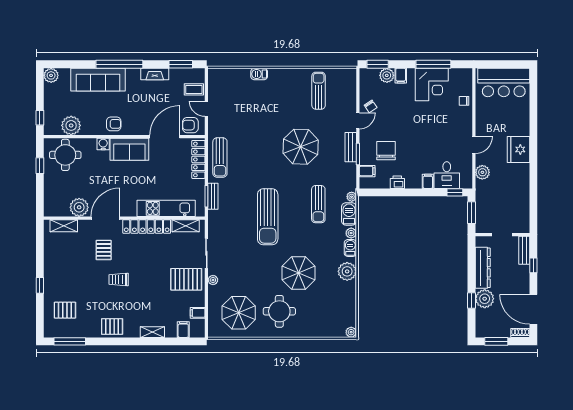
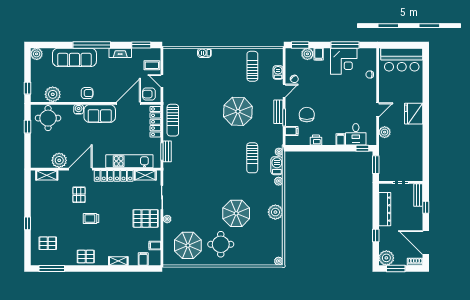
sun lounger: (268, 217) -> (211, 168), removed
barbecue: (350, 248) -> (278, 72), moved
plant: (485, 299) -> (386, 258), moved

